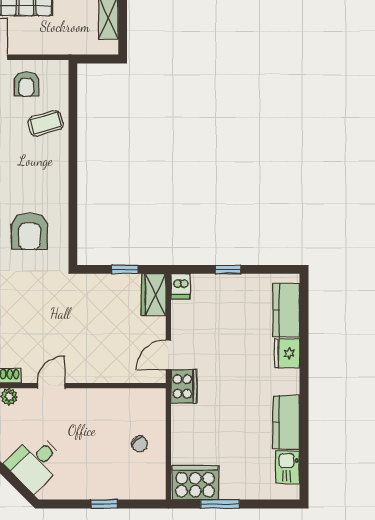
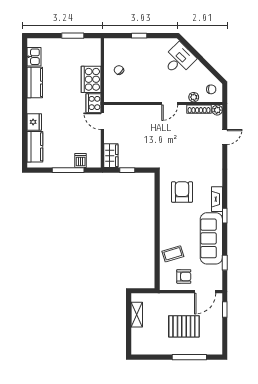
armchair: (26, 84) -> (184, 276), turned 90
window: (228, 269) -> (68, 170), width x2.17
dishwasher: (181, 286) -> (81, 160), moved
door: (168, 355) -> (102, 121), swing flipped
cooker: (195, 483) -> (91, 79), moved, turned 90

